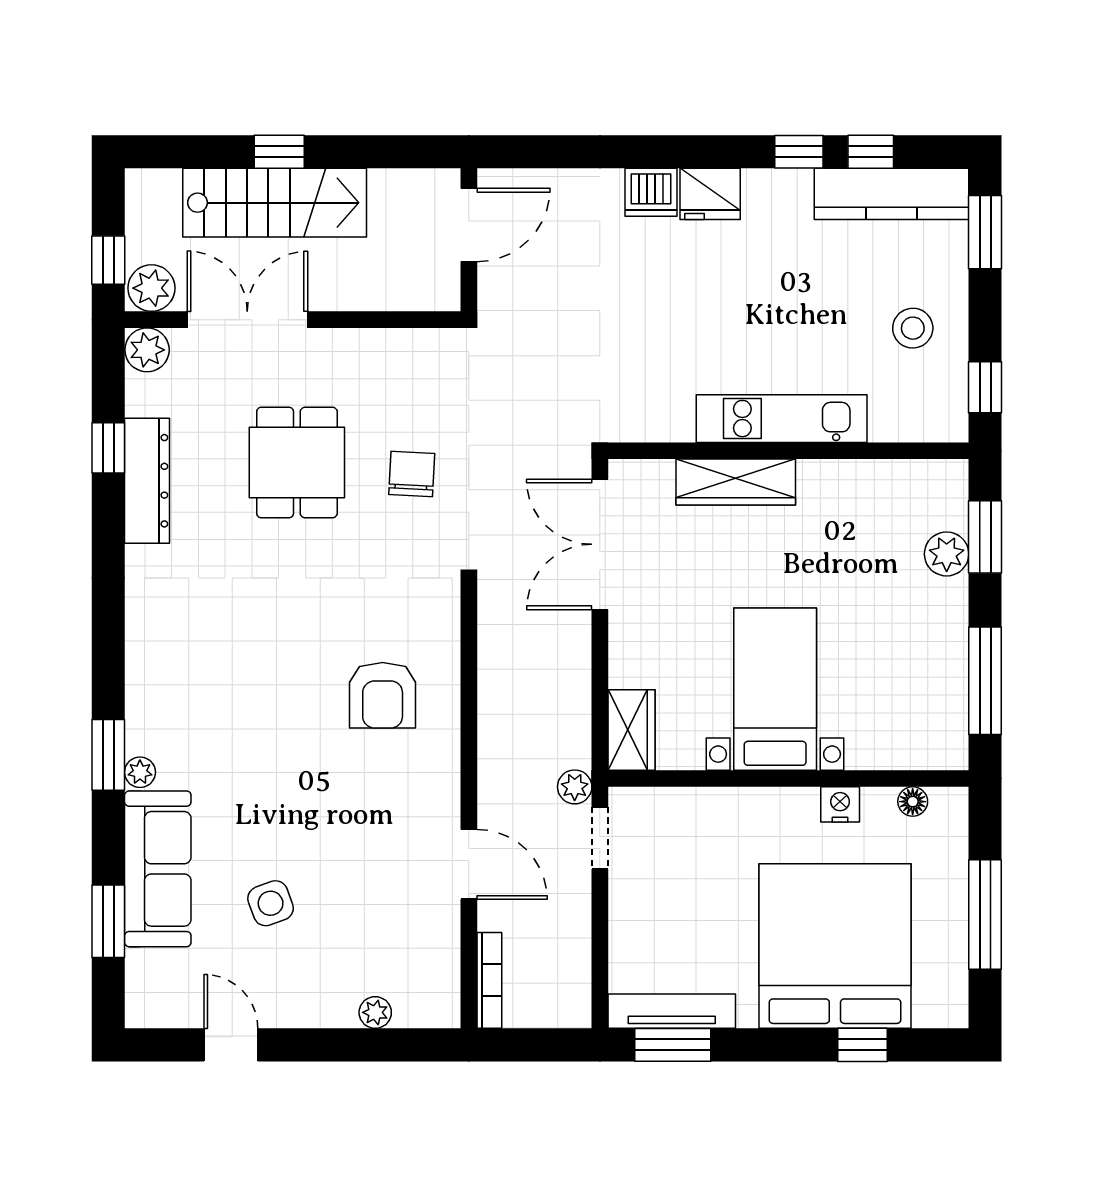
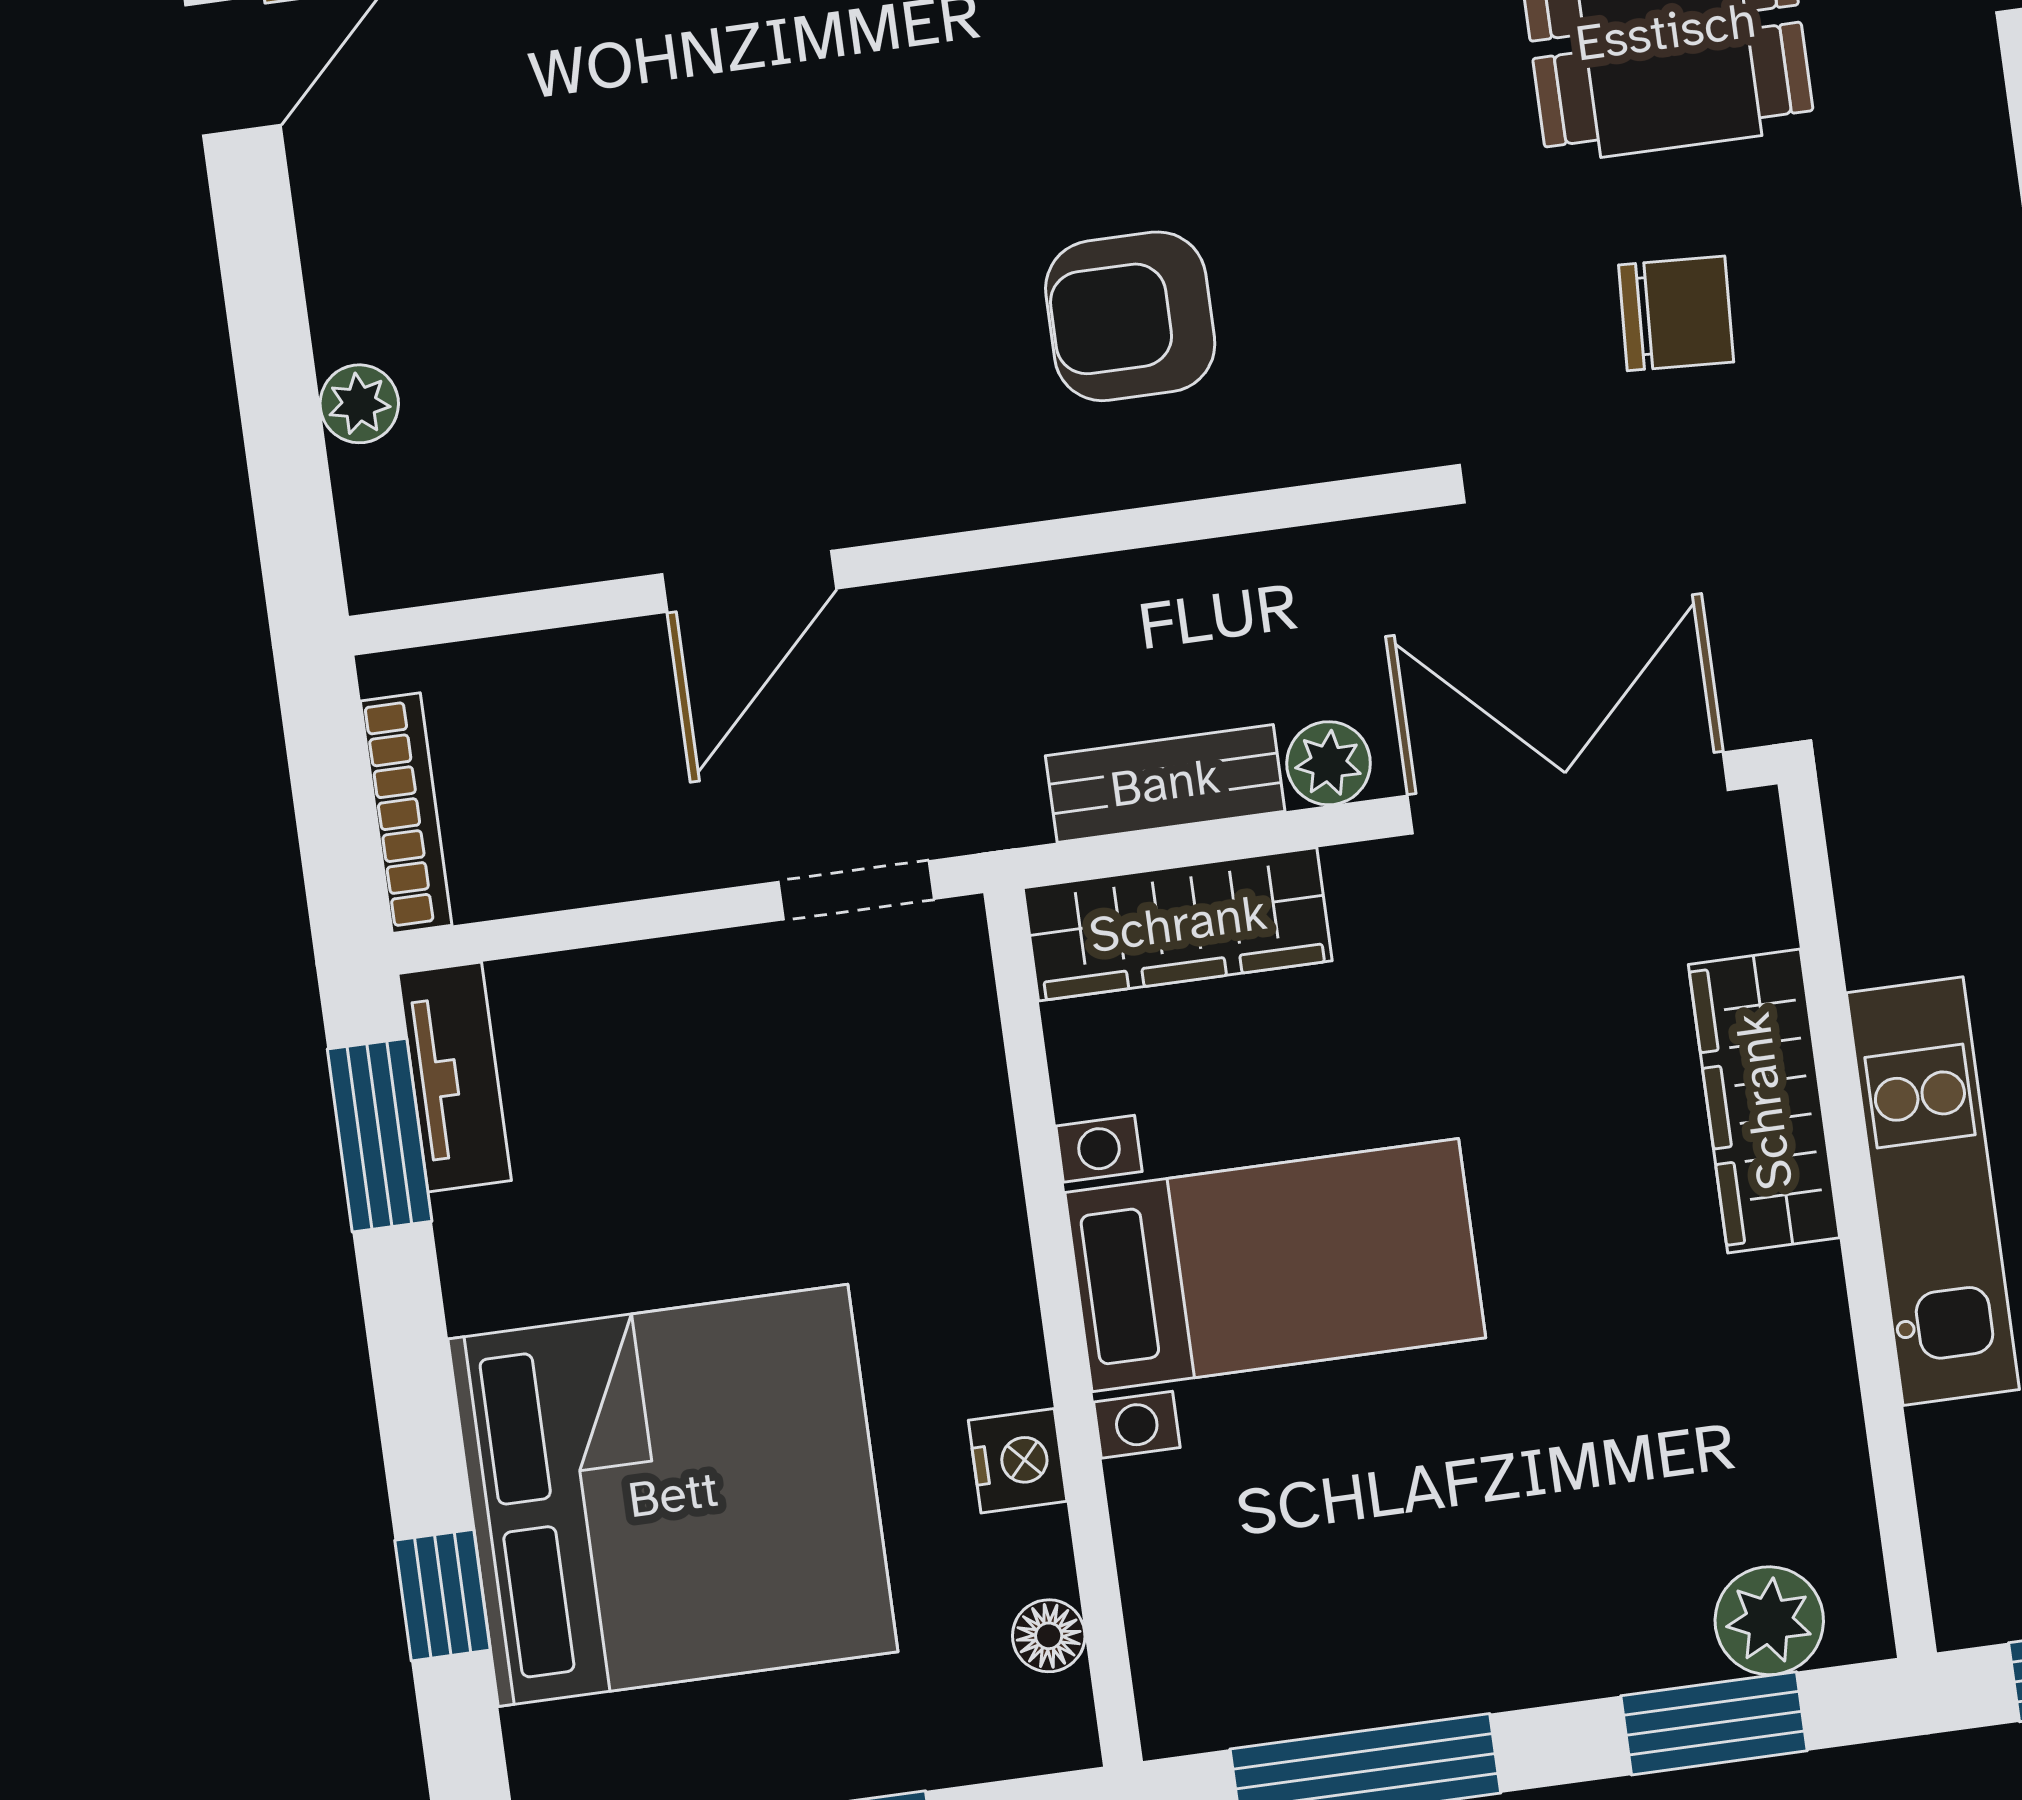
plant: (947, 554) -> (1769, 1621), moved
bench: (574, 707) -> (1165, 783), added
wardrobe: (632, 730) -> (1178, 924), width x1.50
plant: (575, 787) -> (1329, 763), moved
side table: (271, 903) -> (589, 114), removed
bookcase: (489, 980) -> (406, 813), moved, turned -90
tv unit: (672, 1011) -> (455, 1077), width x0.71

